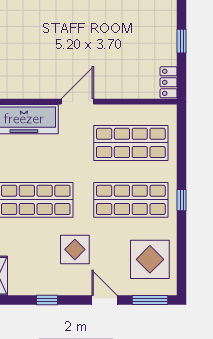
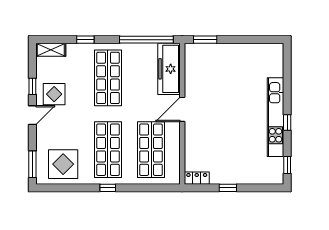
door: (77, 102) -> (182, 109), swing flipped
display table: (75, 249) -> (54, 94), moved
door: (104, 300) -> (32, 115), moved

